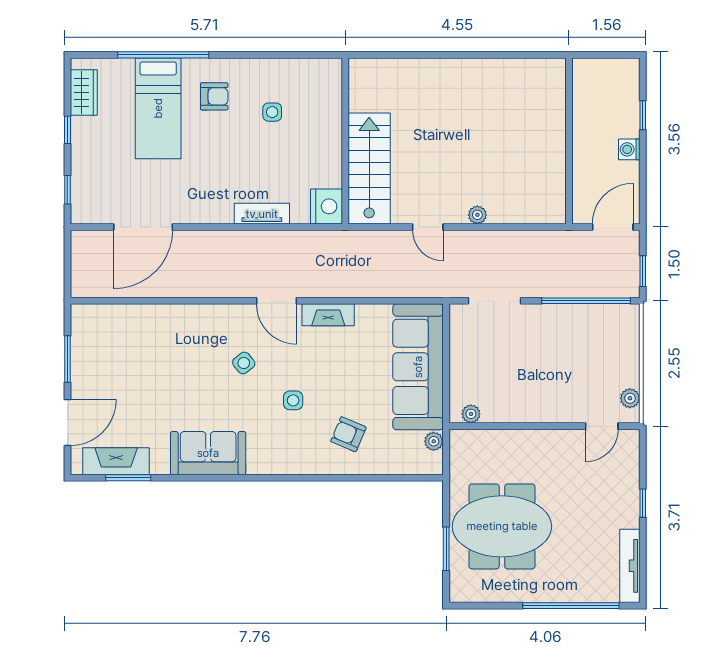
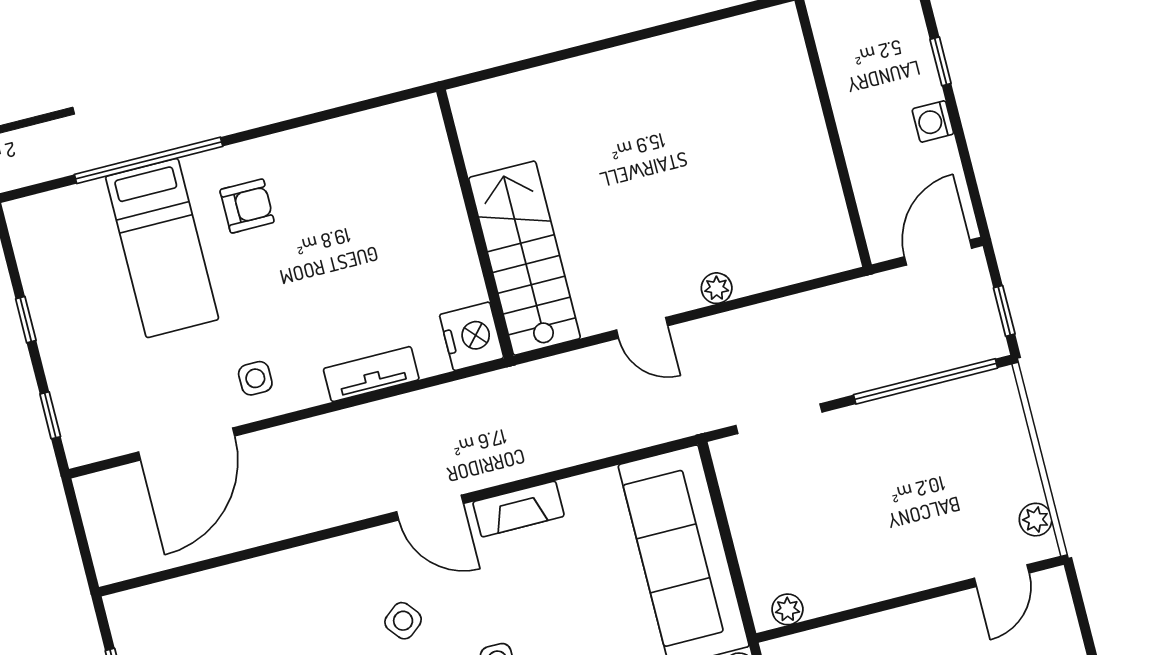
wardrobe: (84, 93) -> (37, 253), removed
side table: (272, 112) -> (255, 378), moved

